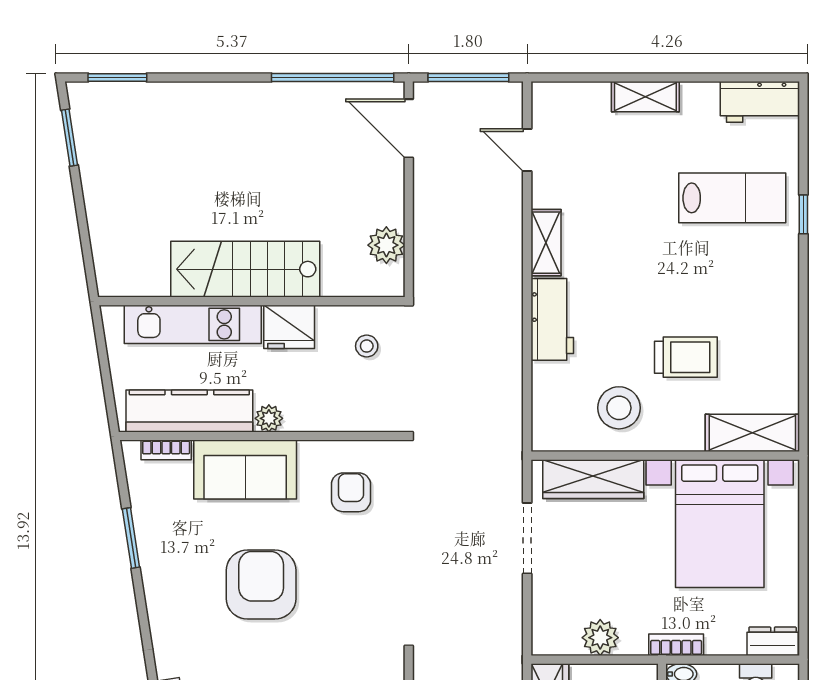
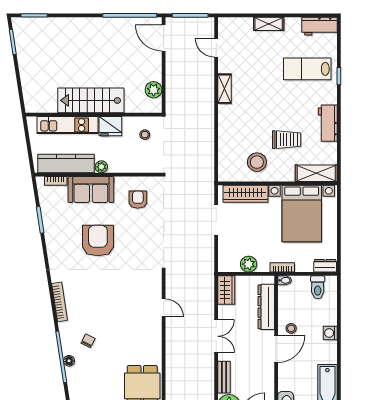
lab bench: (732, 198) -> (307, 69), turned 180
workbench: (552, 319) -> (328, 123), moved, turned 180

